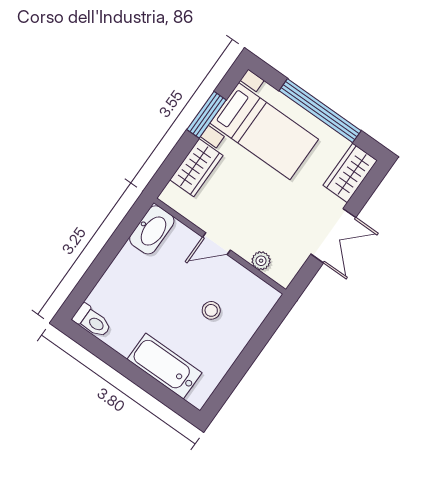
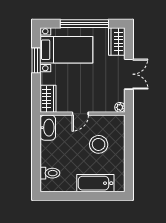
wardrobe: (196, 168) -> (48, 99), moved
plant: (261, 261) -> (120, 107), moved
stool: (211, 310) -> (99, 144), width x1.89, depth x1.89
toilet: (92, 321) -> (50, 173), moved

